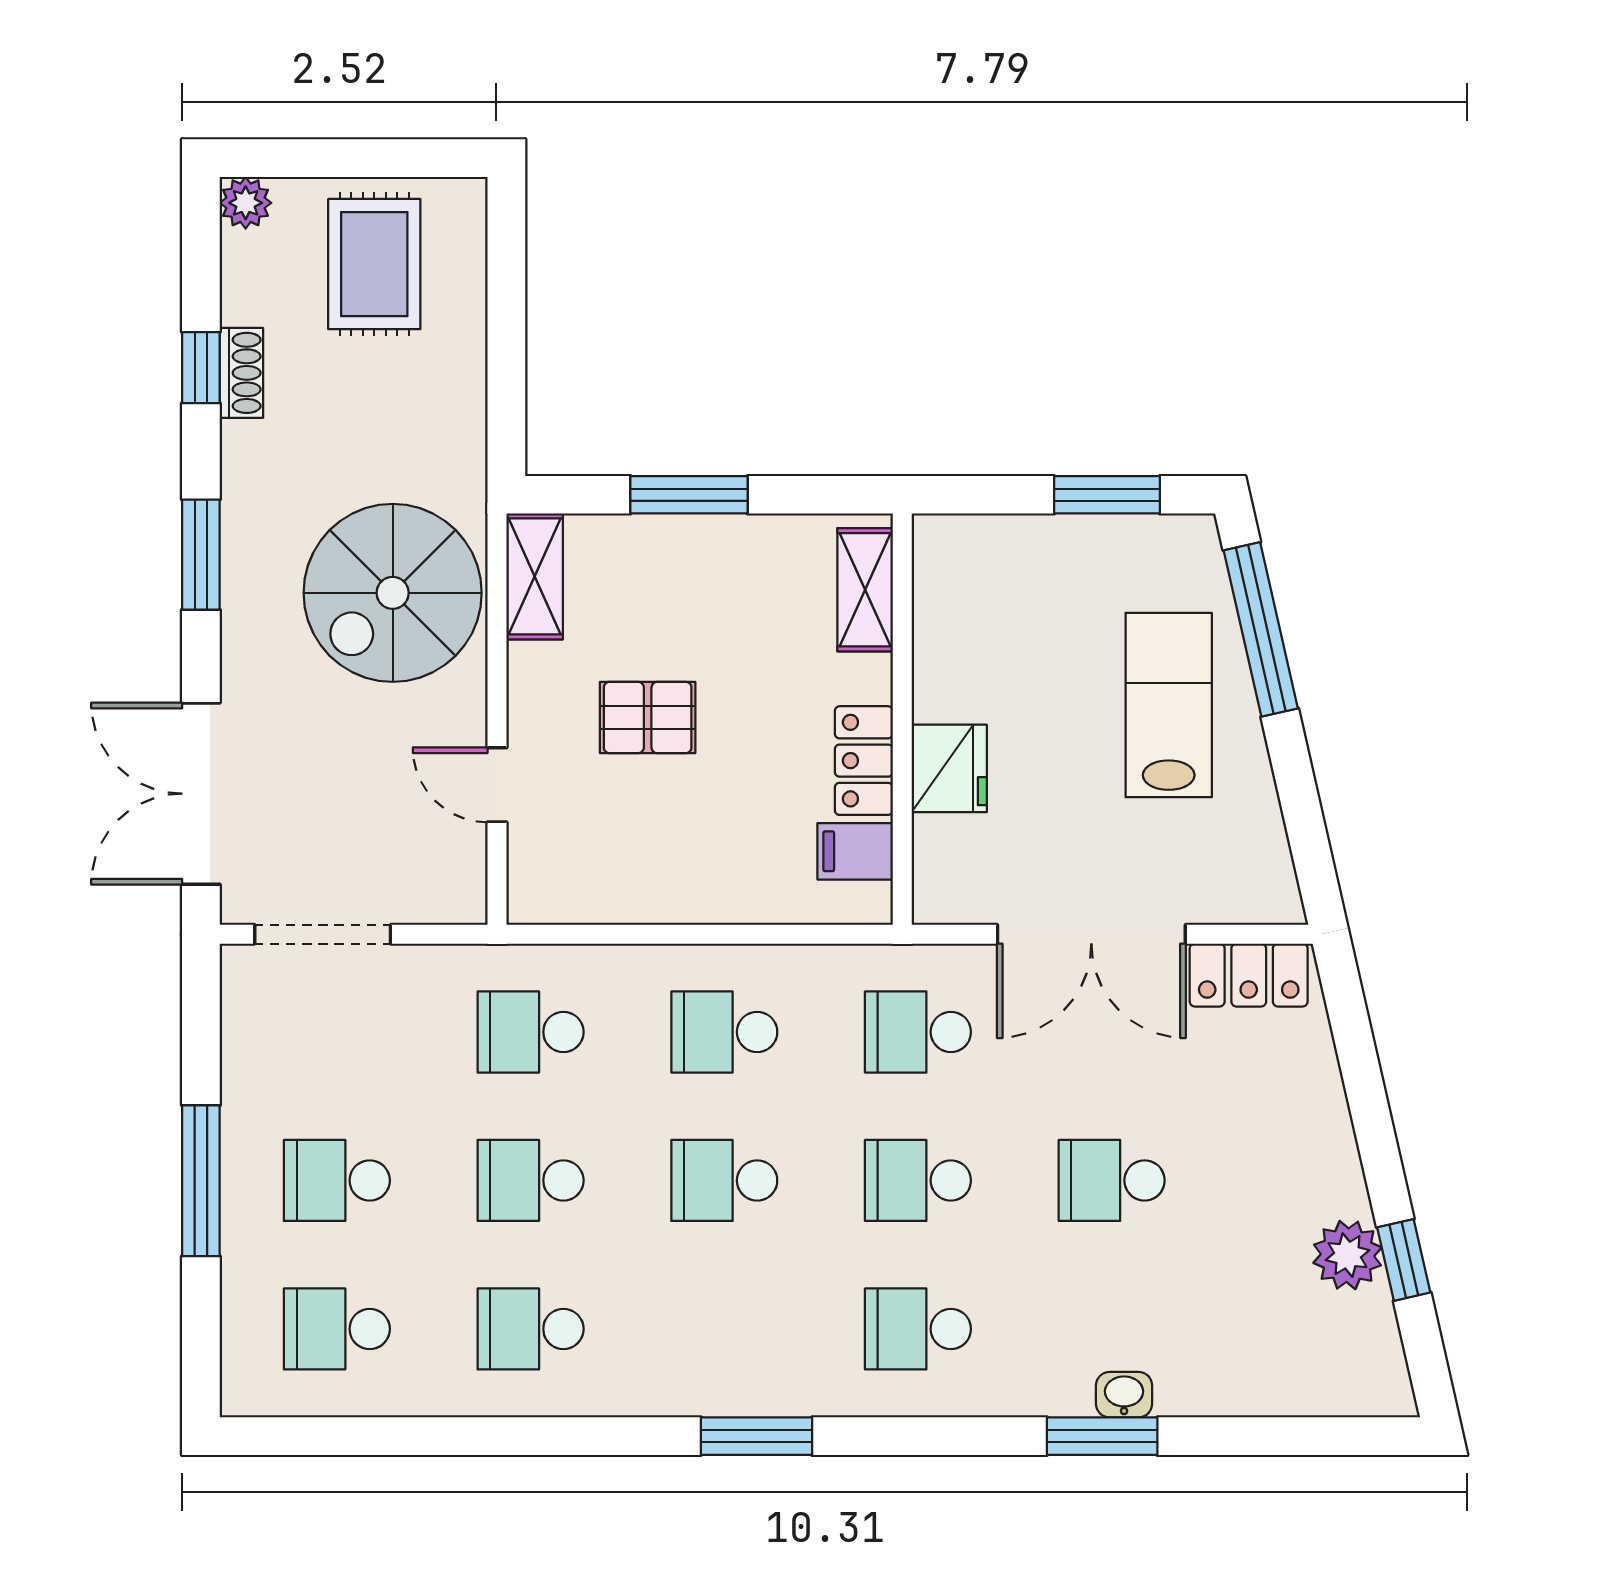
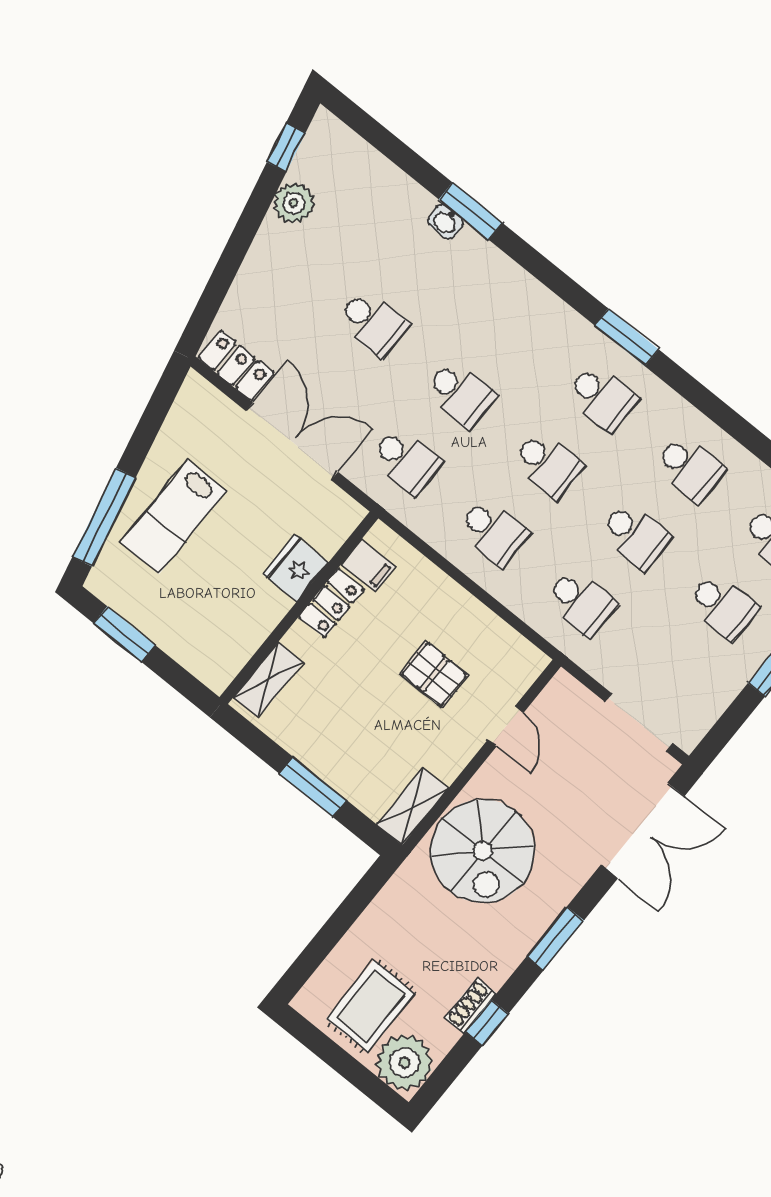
plant: (246, 203) -> (405, 1062), width x1.88, depth x1.88
spiral stairs: (393, 593) -> (483, 851), turned 90
pallet: (648, 717) -> (434, 674), moved
window: (1404, 1260) -> (286, 147), moved
school desk: (918, 1329) -> (602, 398), moved

